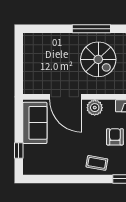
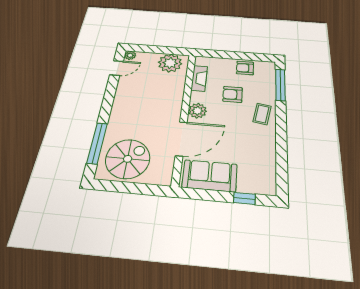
window: (91, 29) -> (97, 143), moved
spiral stairs: (98, 59) -> (128, 159), moved

